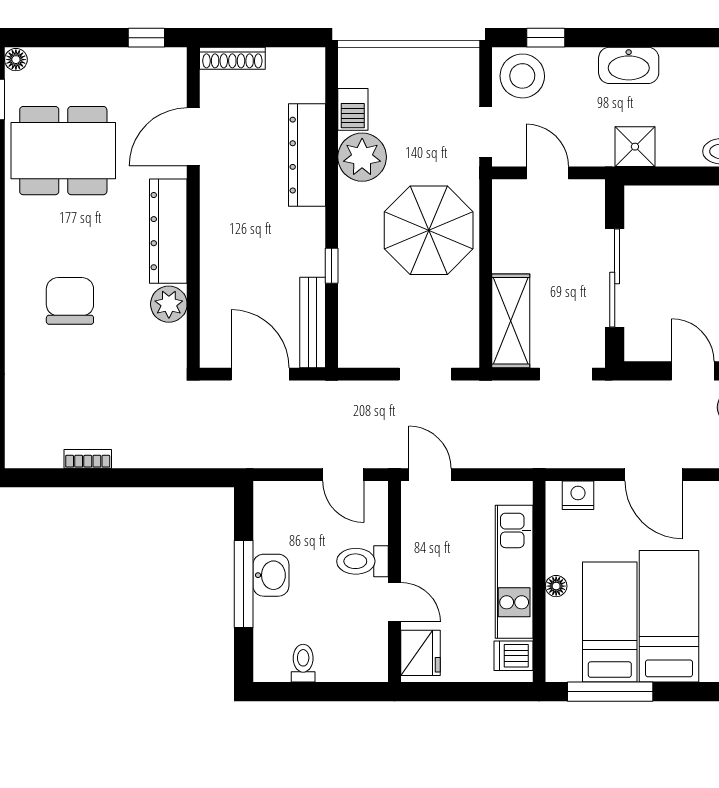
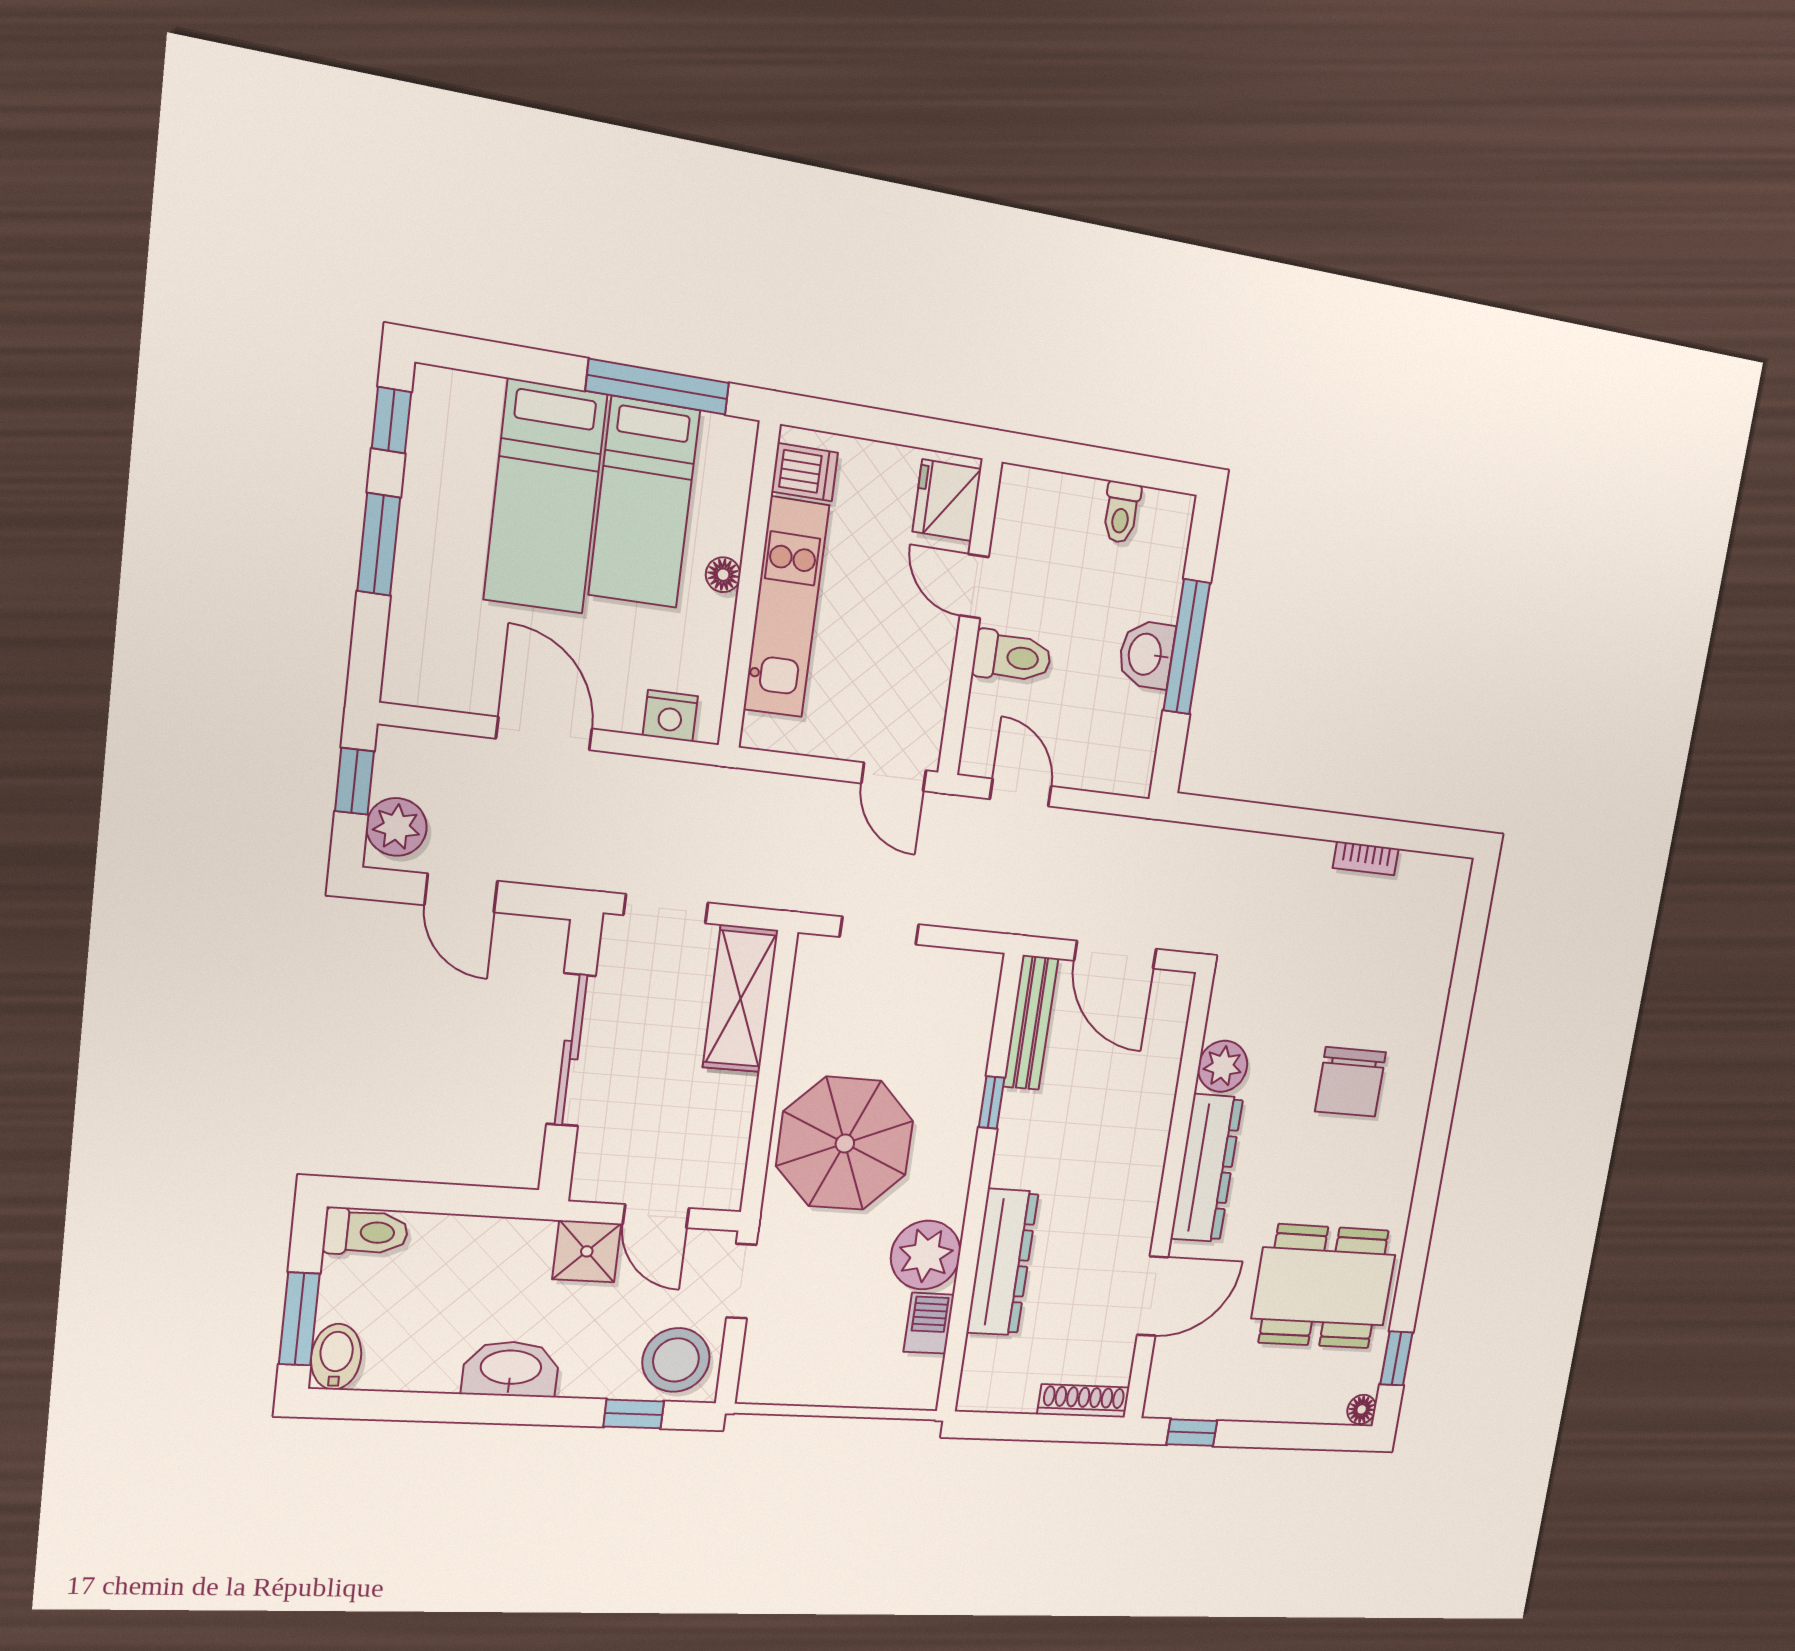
shower: (635, 147) -> (587, 1251), moved

